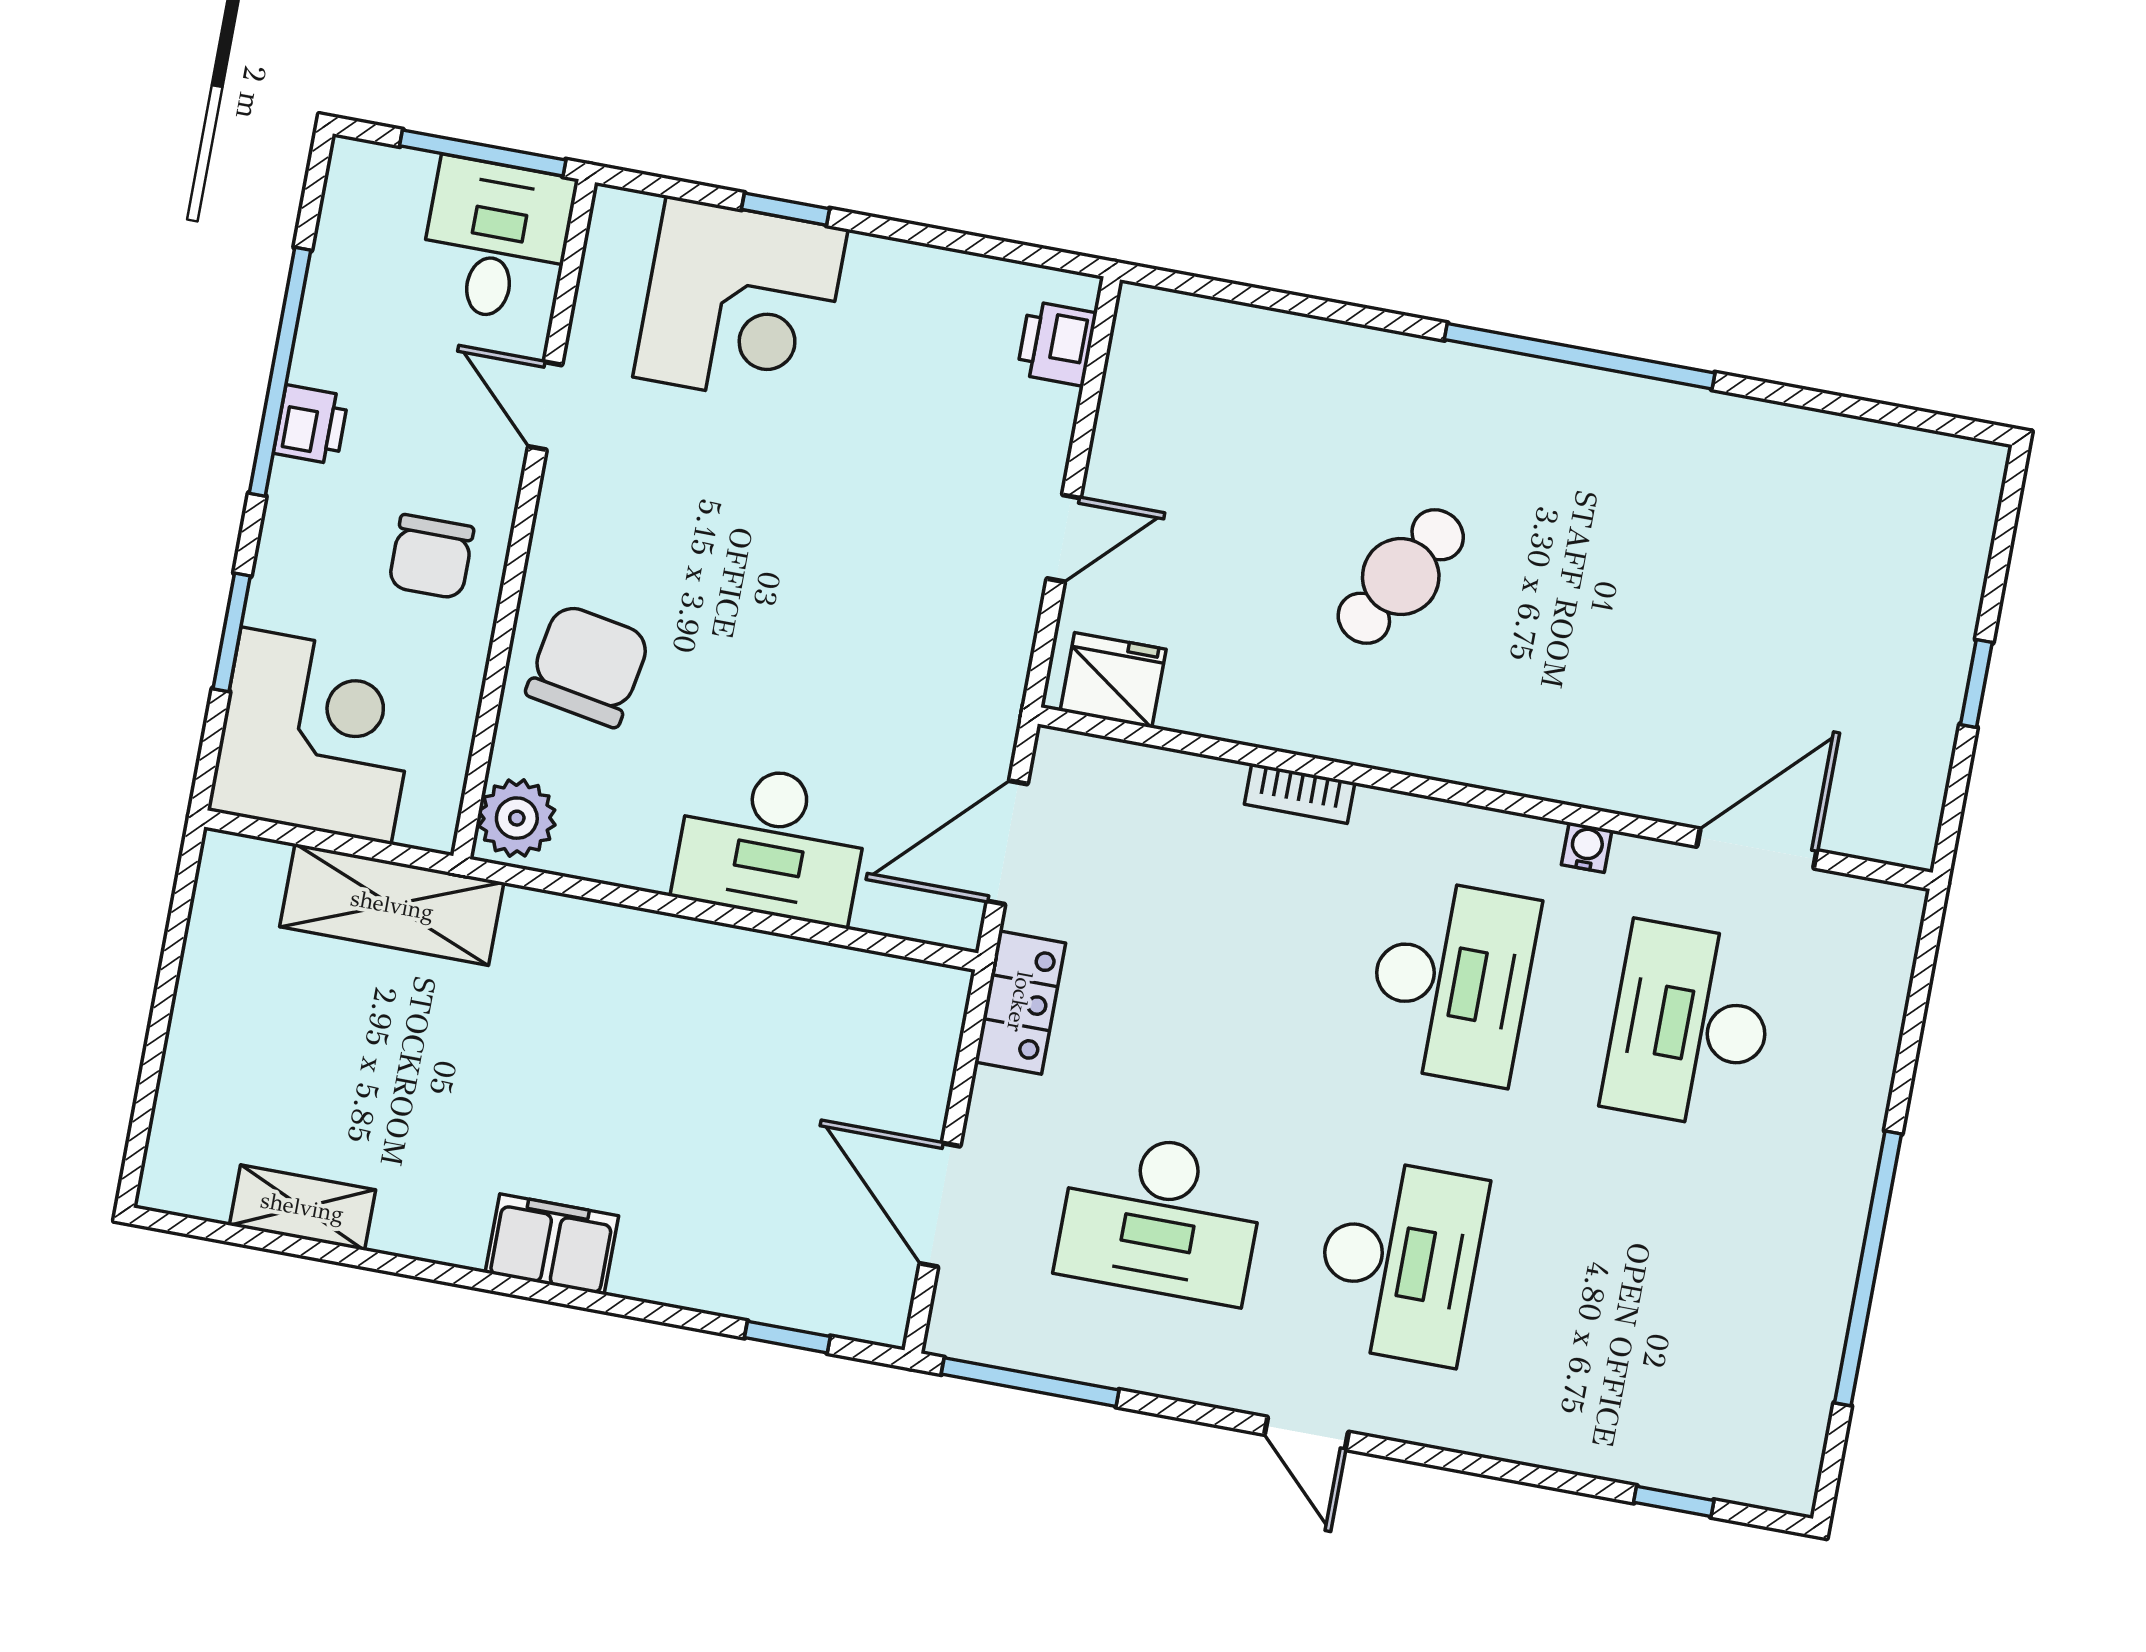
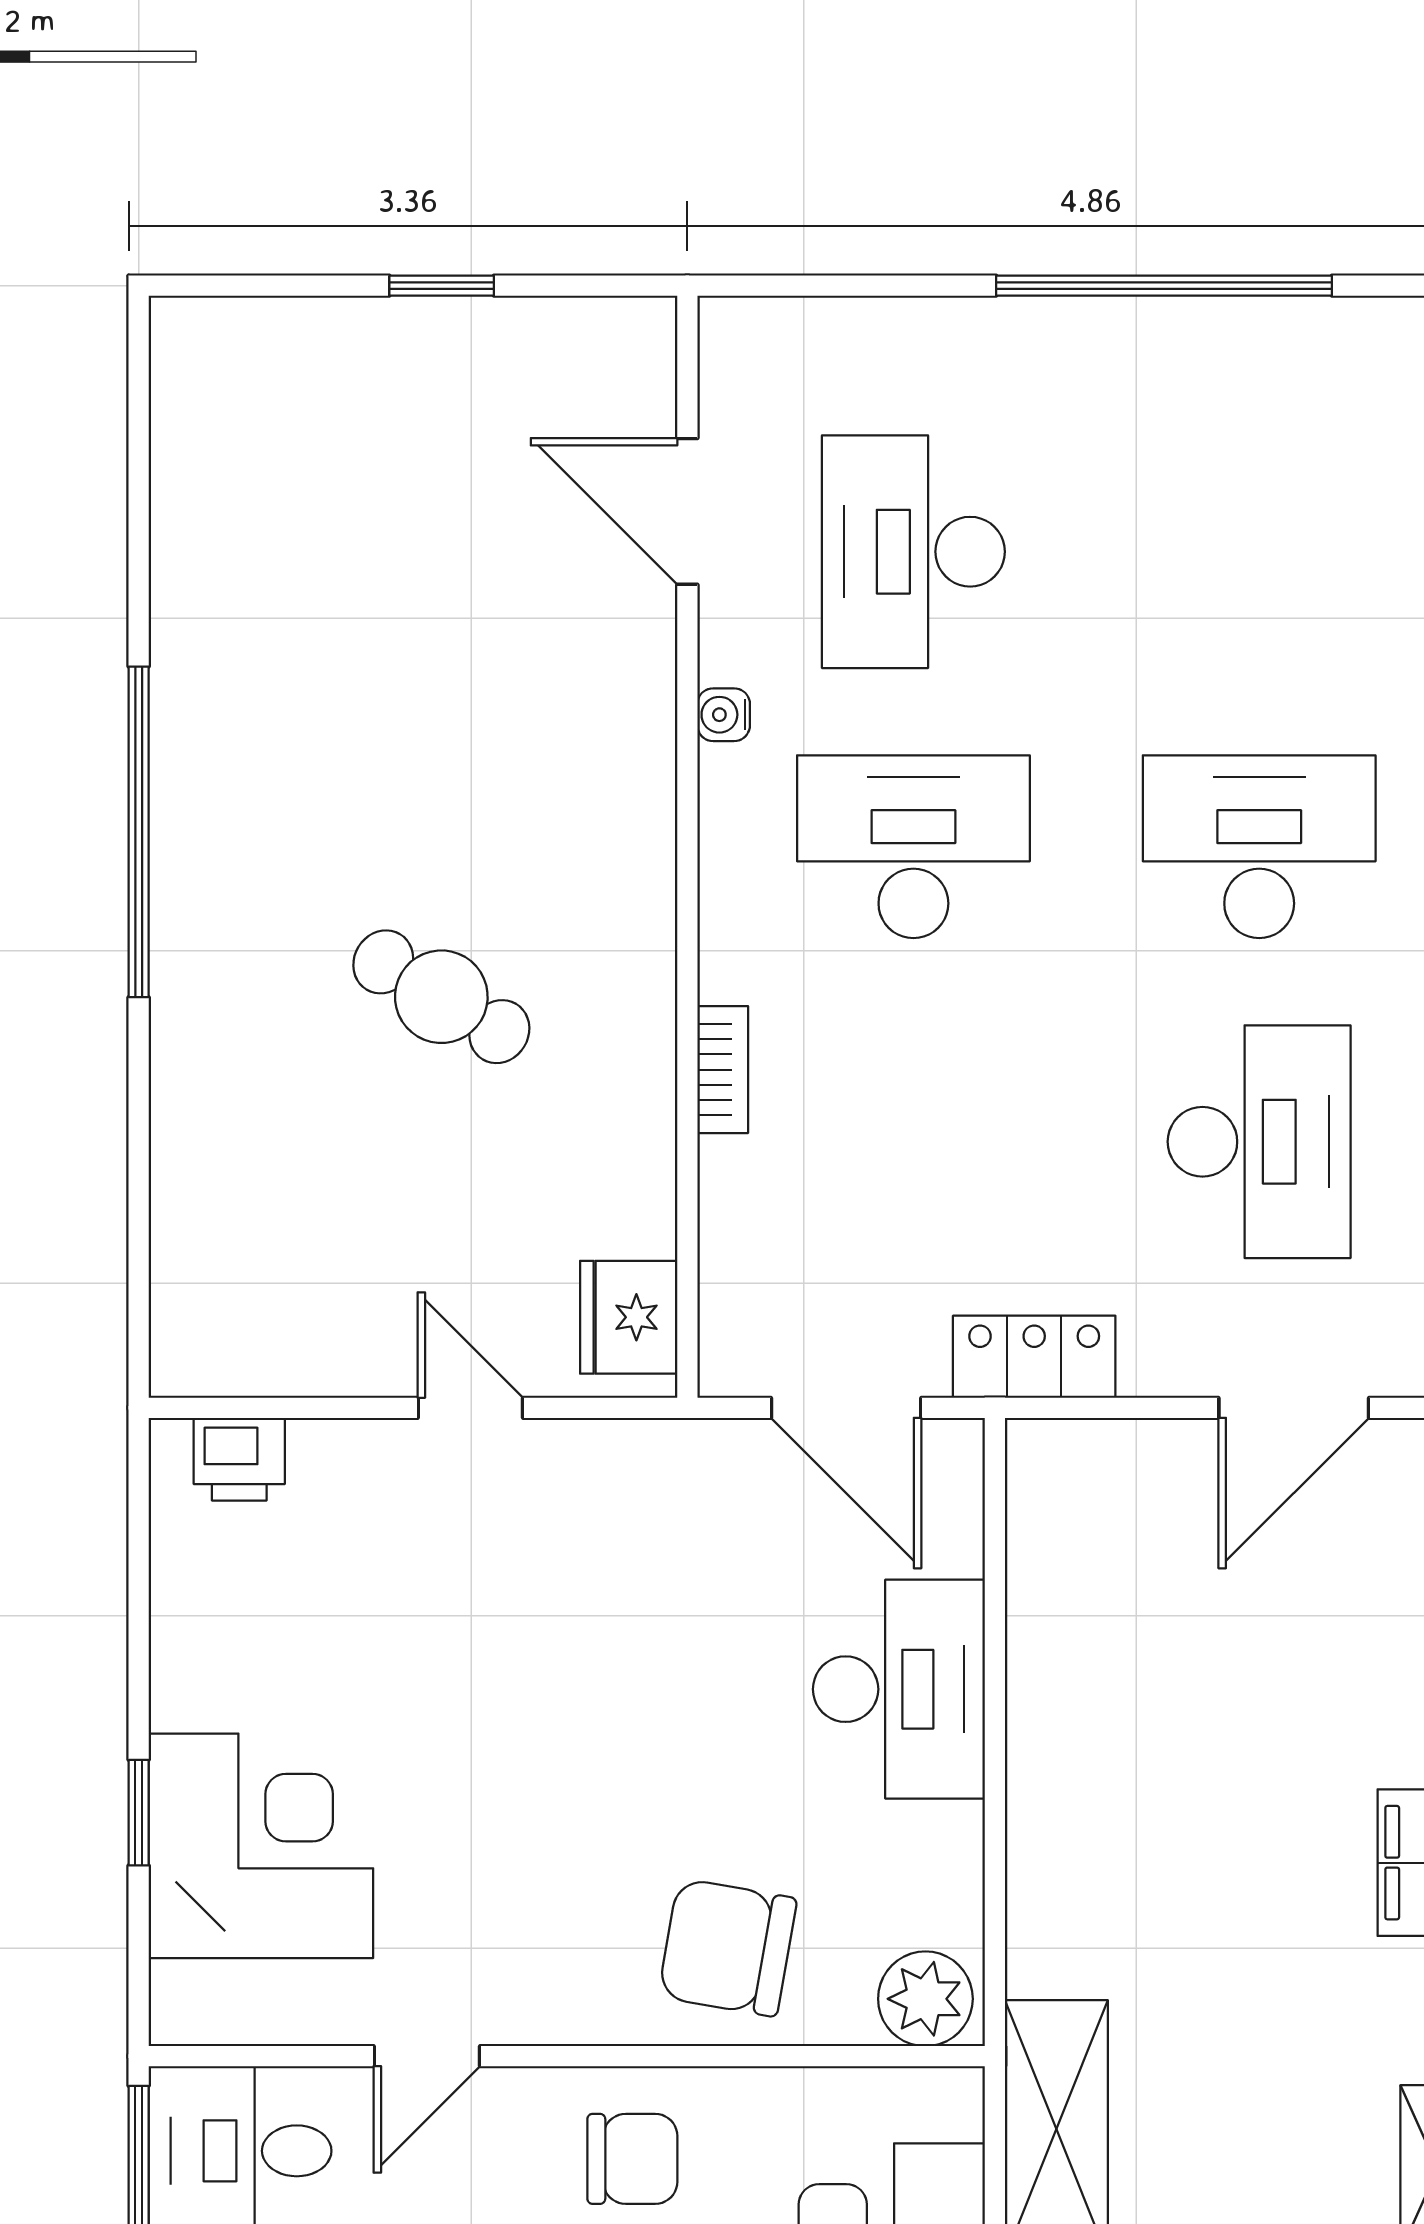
desk: (1690, 1026) -> (913, 552), turned 90

